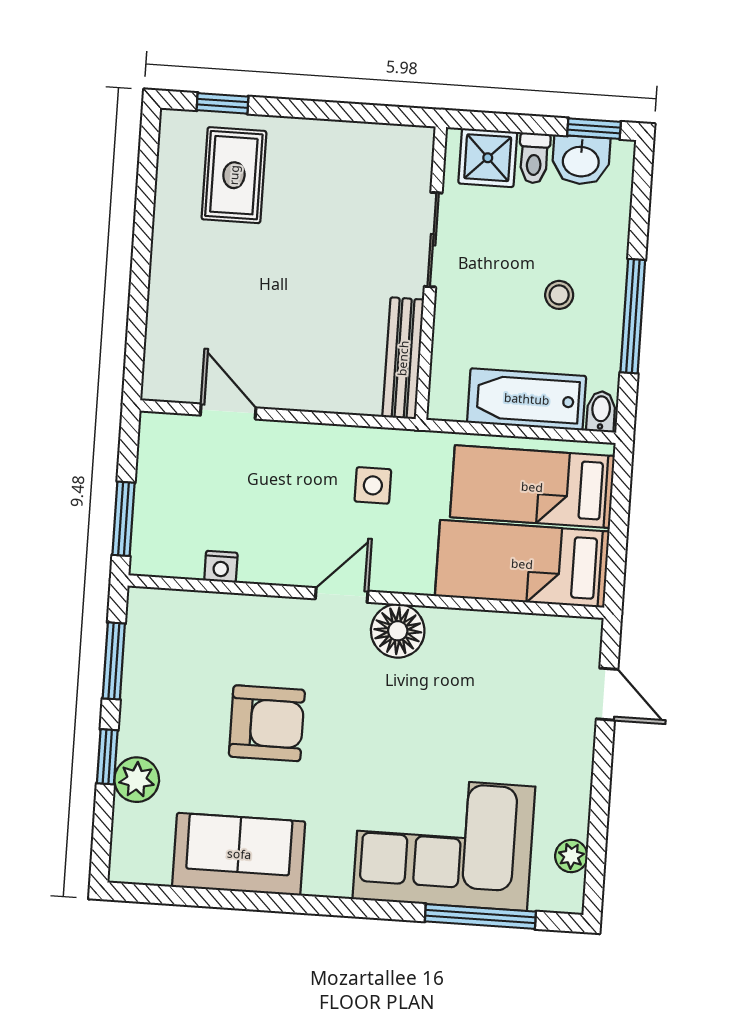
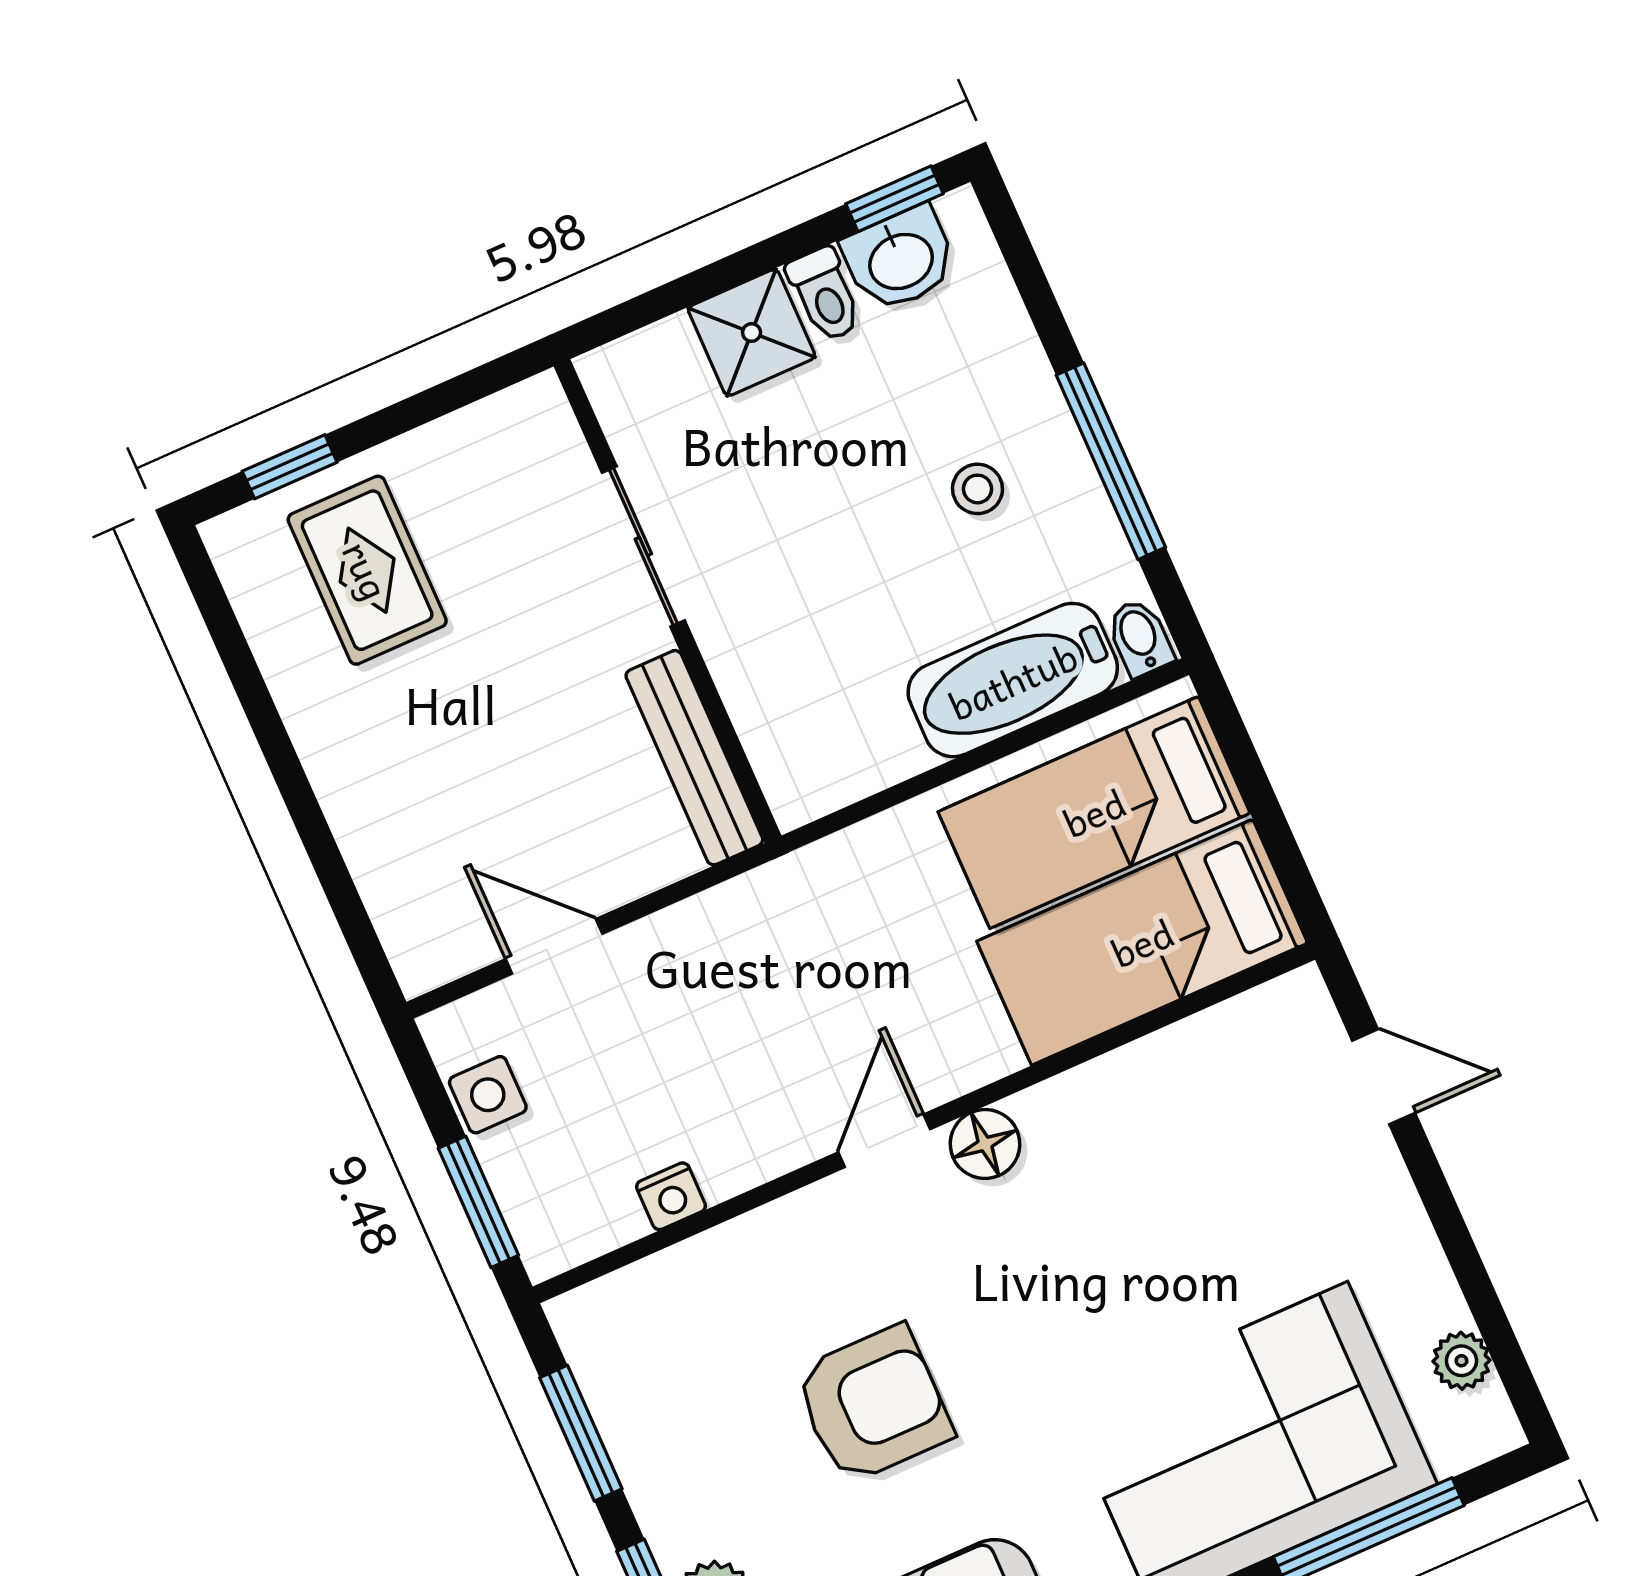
sliding door: (433, 240) -> (643, 547), moved
wall: (431, 273) -> (668, 601), moved
bench: (403, 358) -> (694, 758), moved
side table: (373, 485) -> (488, 1095), moved
floor lamp: (398, 631) -> (985, 1144), width x0.73, depth x0.73

